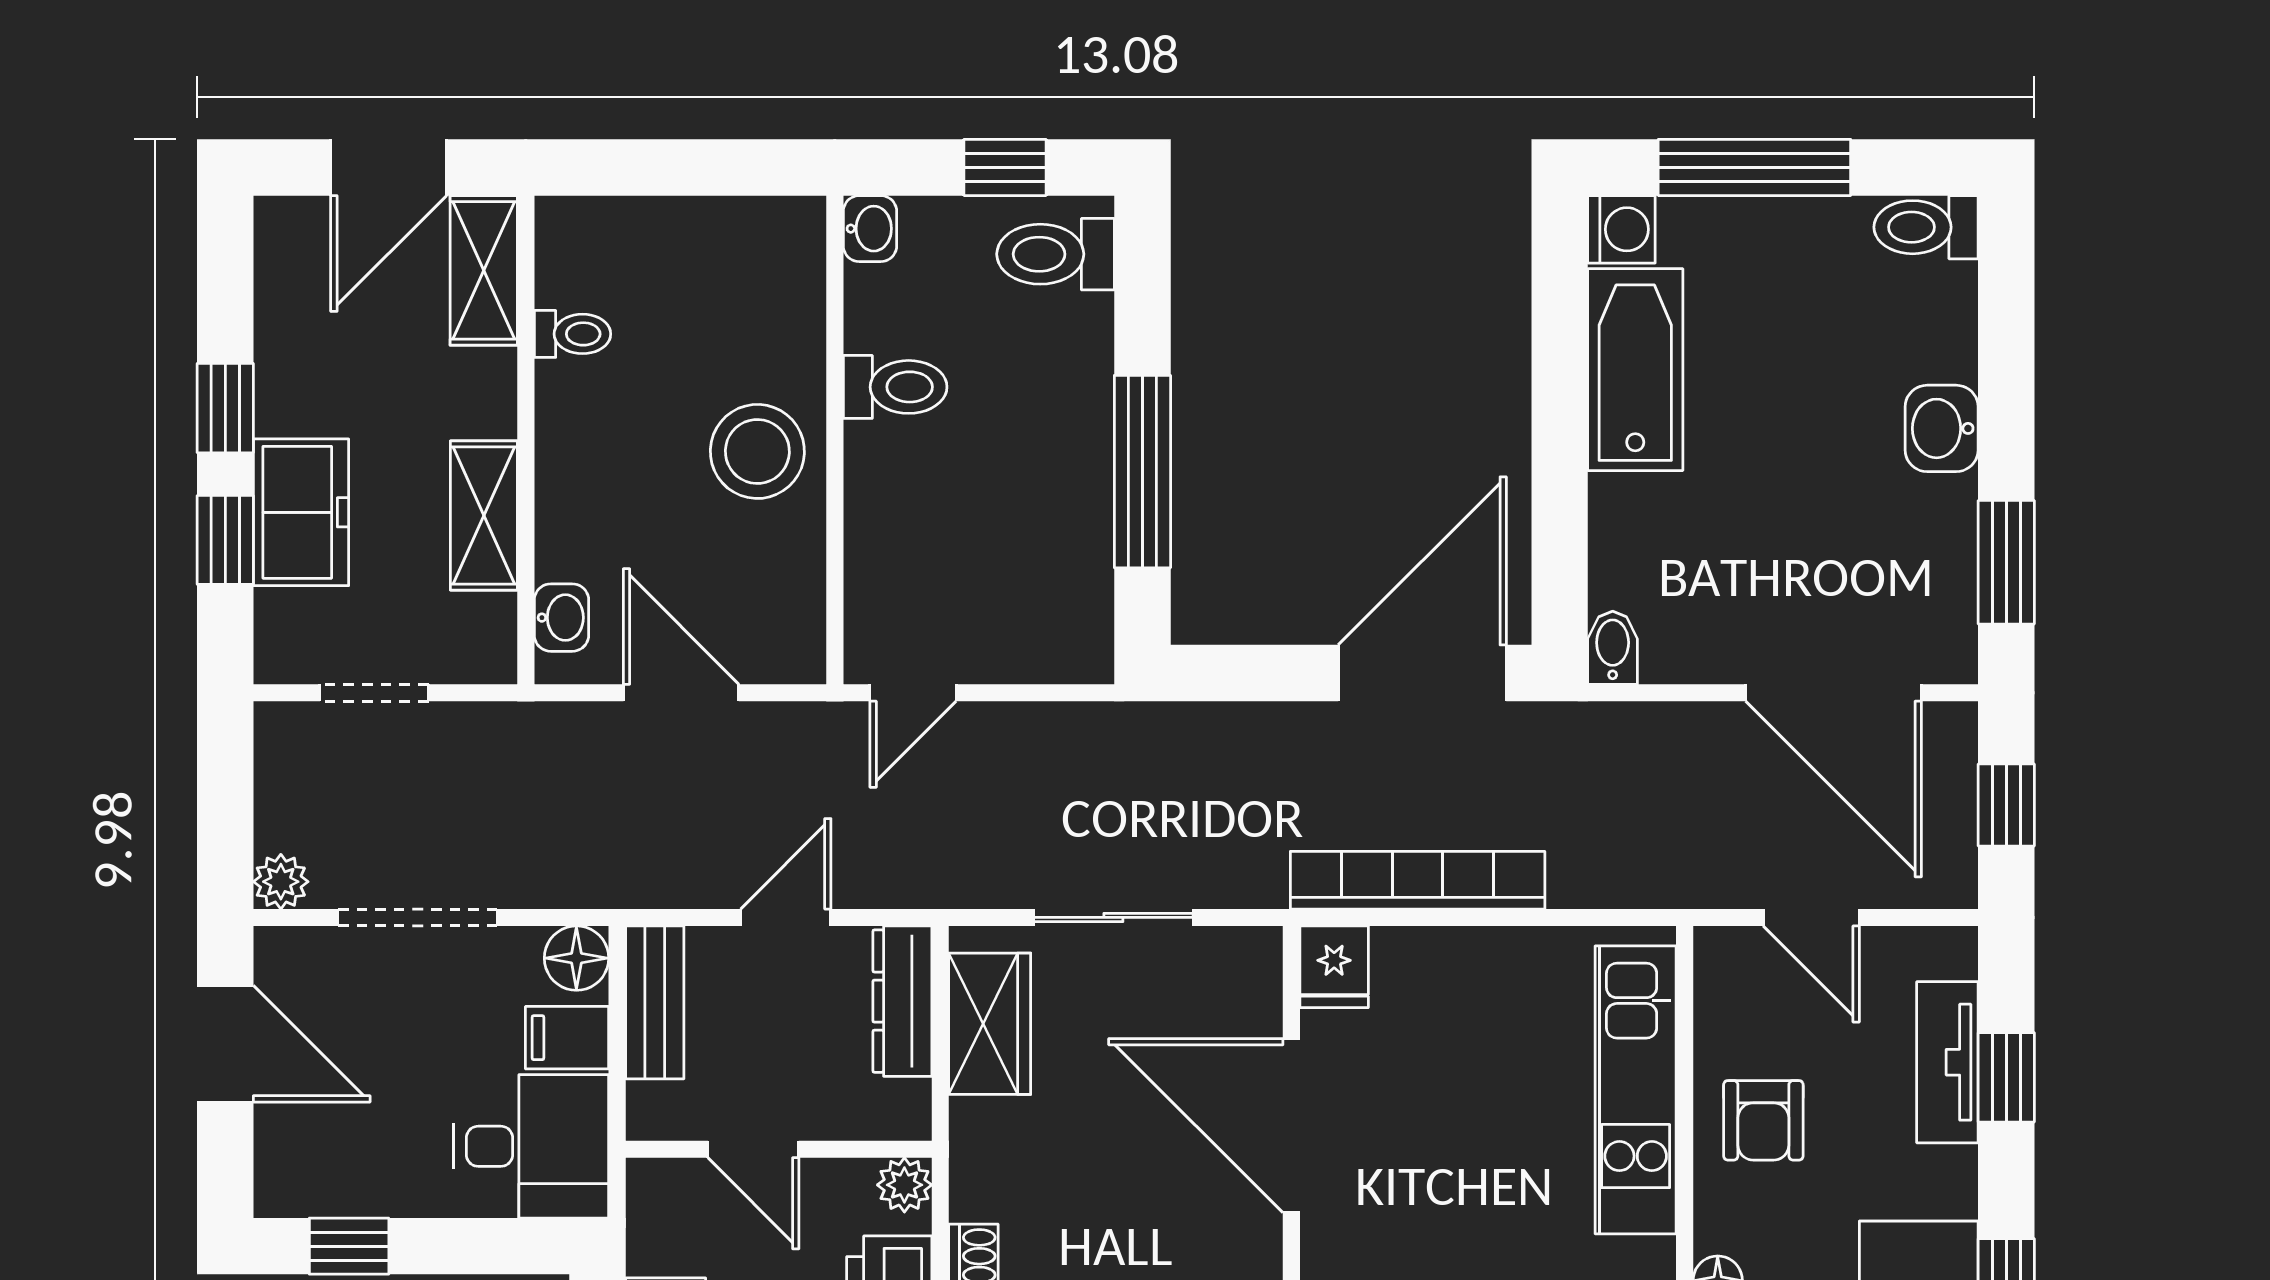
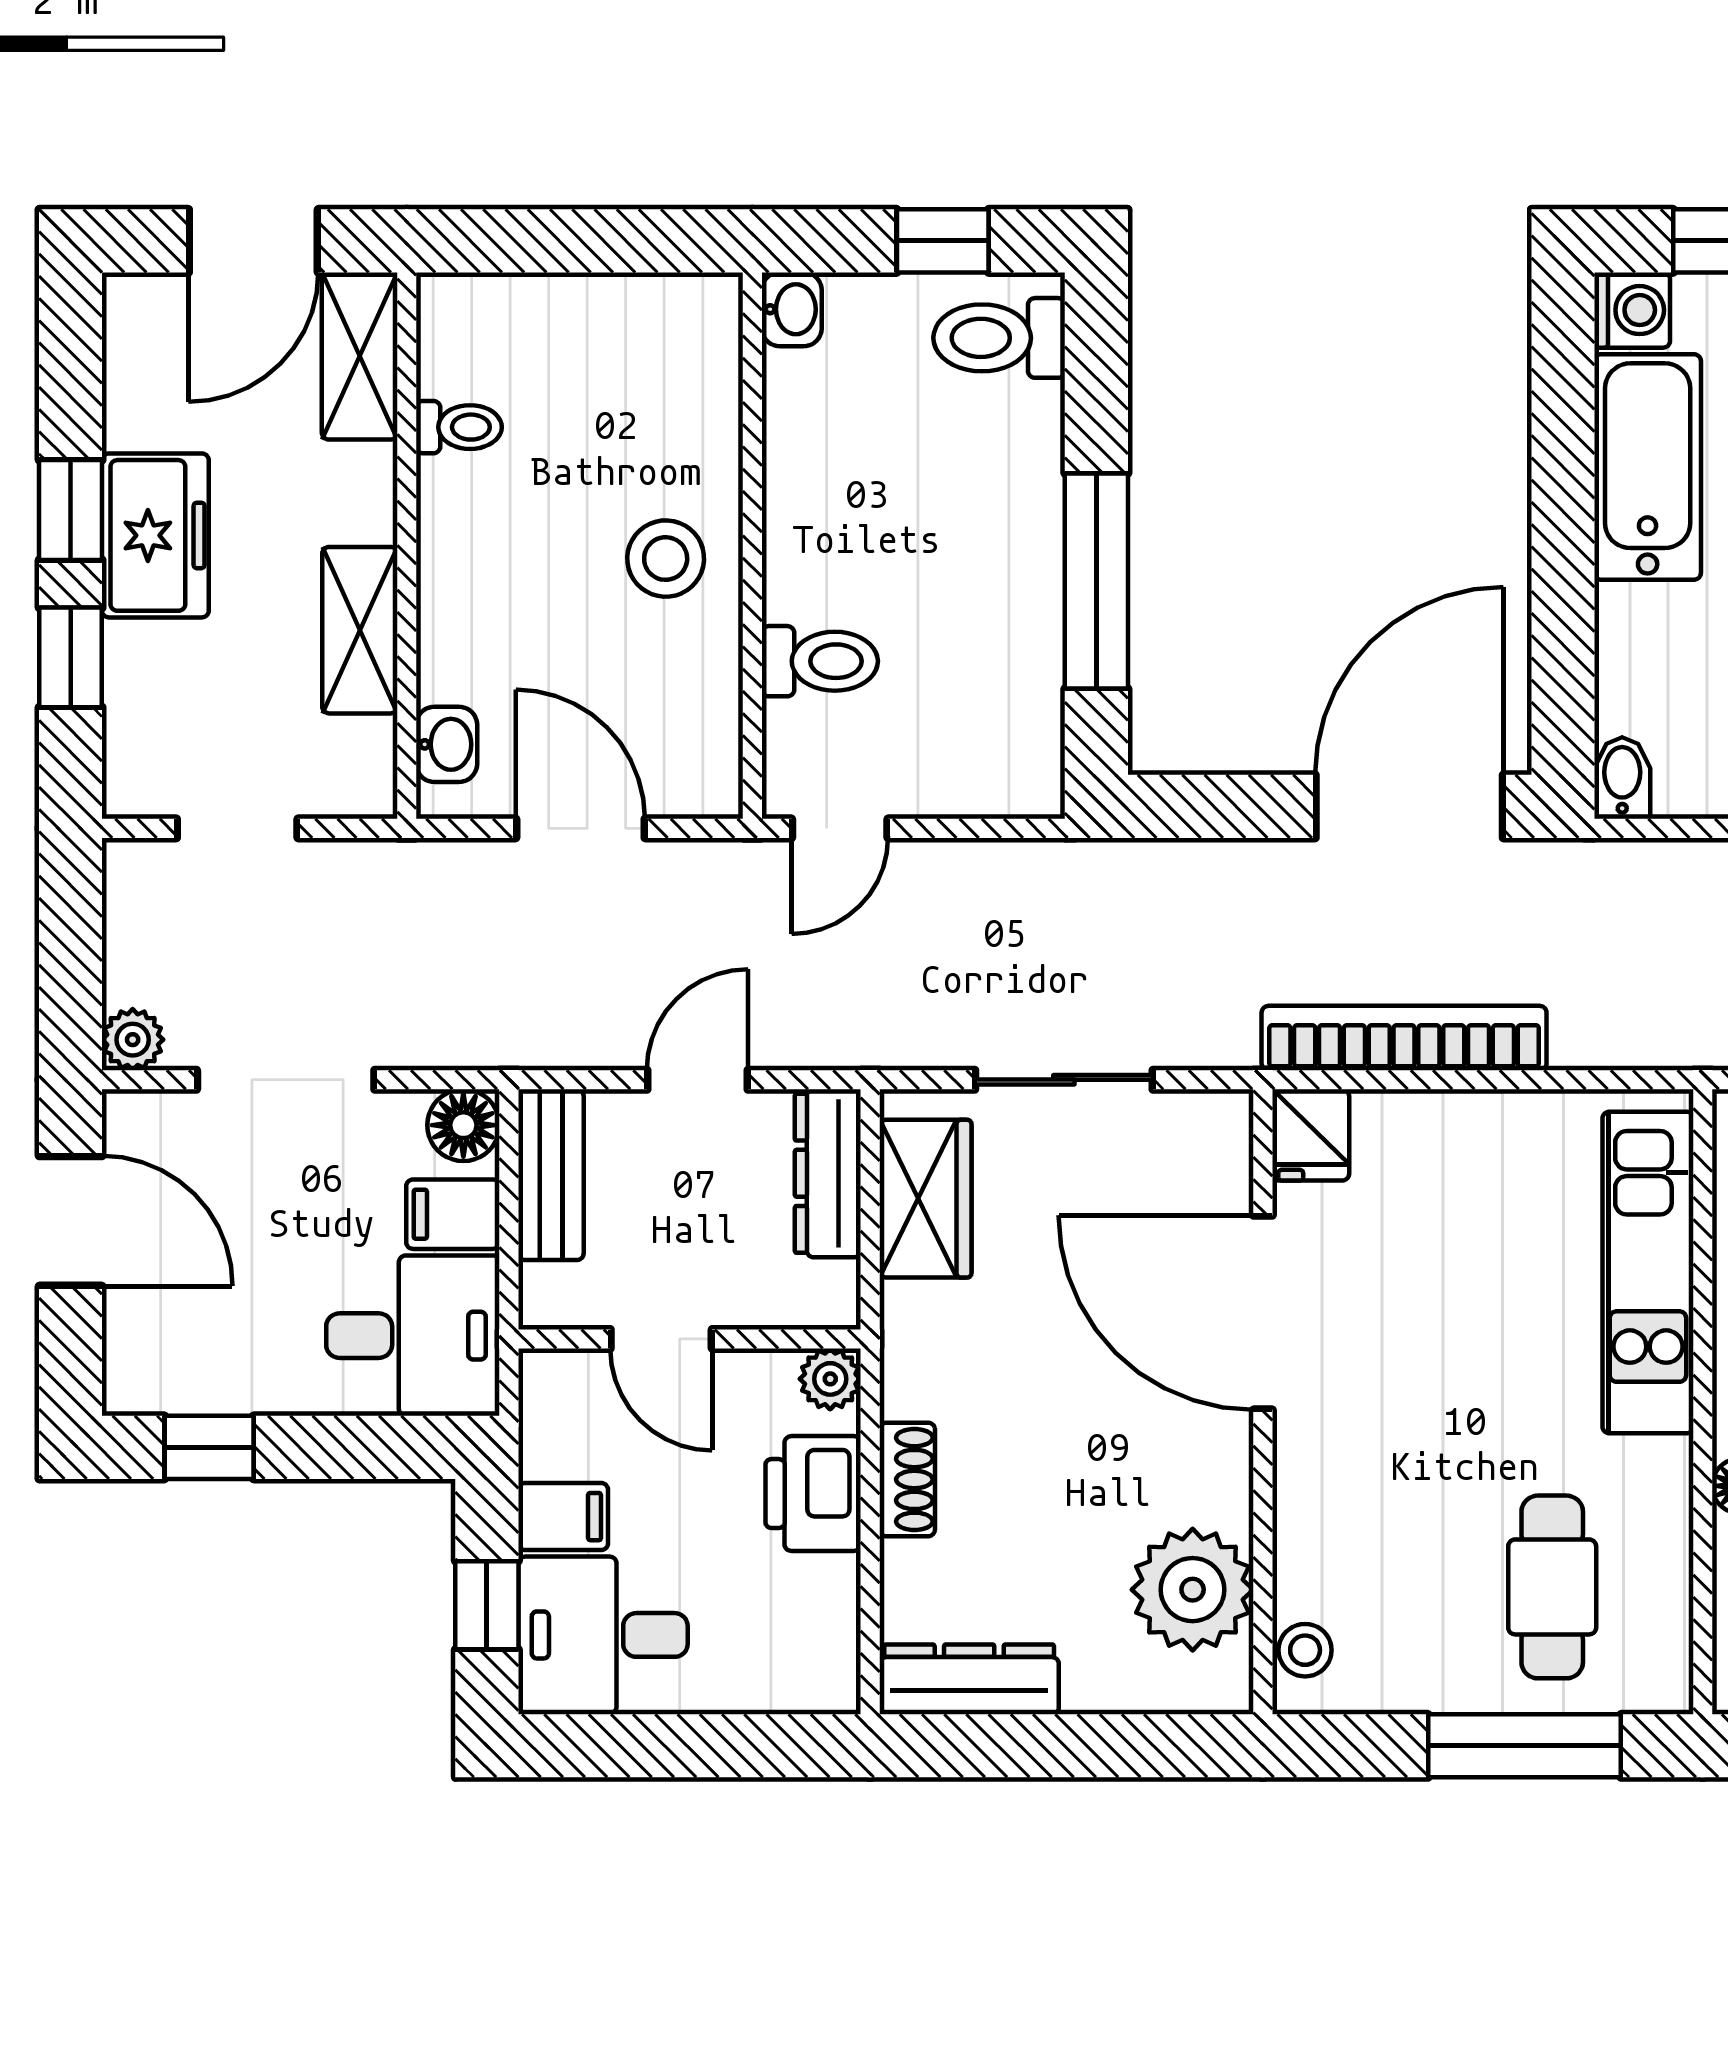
toilet: (895, 387) -> (820, 661), moved
stool: (757, 451) -> (666, 559), width x0.73, depth x0.73
freezer: (301, 512) -> (155, 535), moved

